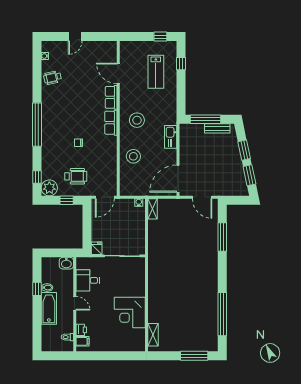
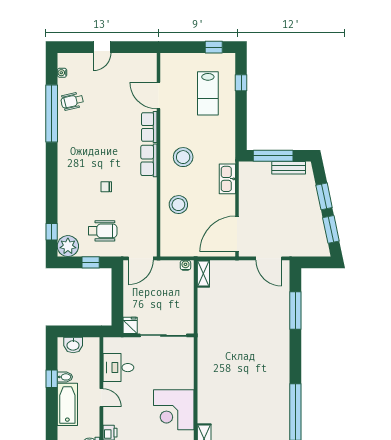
window: (37, 125) -> (52, 114), moved
washbasin: (66, 263) -> (73, 345), moved

